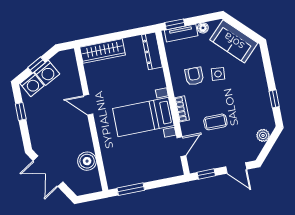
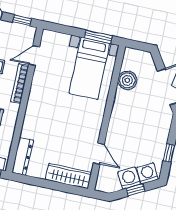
door: (88, 105) -> (99, 154), moved
bookcase: (182, 109) -> (20, 84), width x1.56
bed with nightstands: (143, 117) -> (89, 68), moved, turned 90

